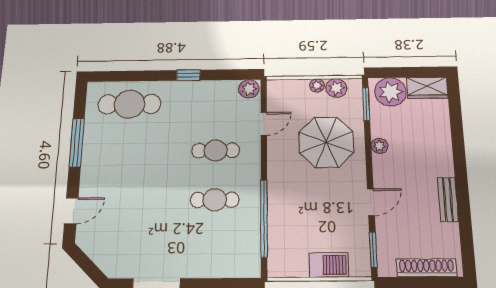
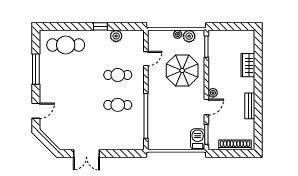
wardrobe: (427, 88) -> (248, 65), moved, turned 90
plant: (249, 89) -> (116, 36), moved
plant: (390, 92) -> (221, 39), removed
plant: (379, 146) -> (213, 93), moved
barbecue: (329, 265) -> (198, 139), moved, turned -90

